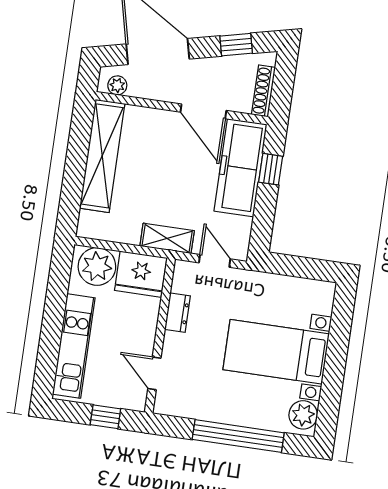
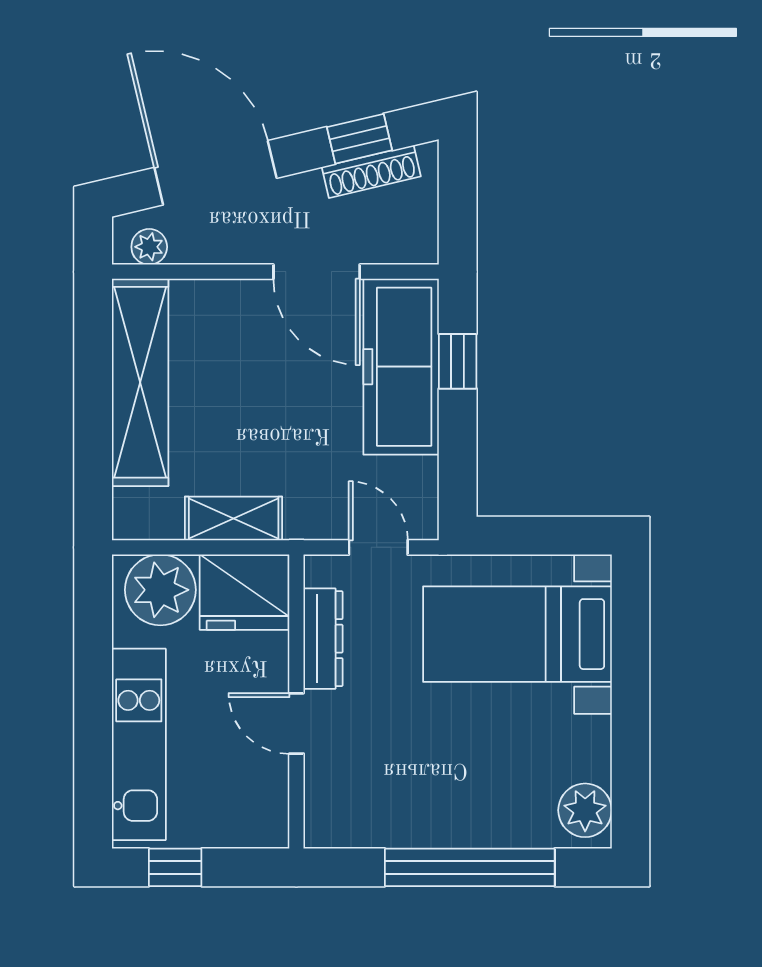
shoe rack: (263, 91) -> (371, 172), moved, turned -103
shelving: (167, 238) -> (234, 518), moved
dresser: (177, 313) -> (323, 639), width x1.44
bed with nightstands: (276, 352) -> (517, 634), moved
door: (154, 373) -> (296, 723), moved
window: (105, 417) -> (175, 867), moved

